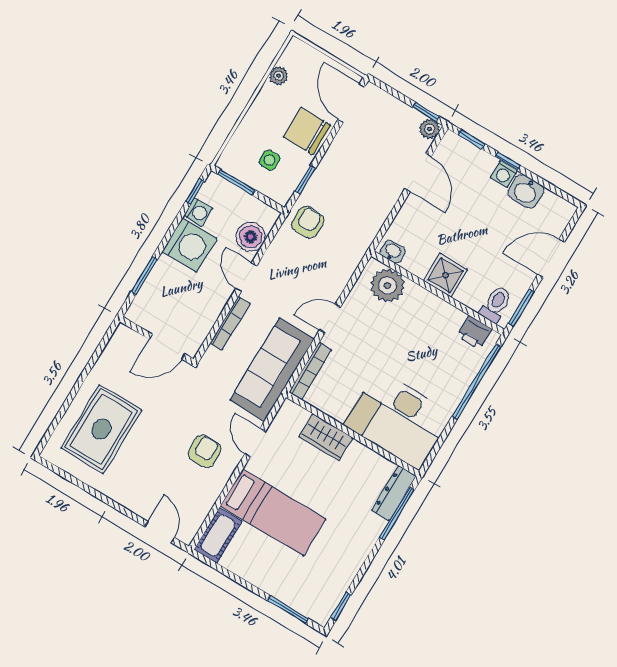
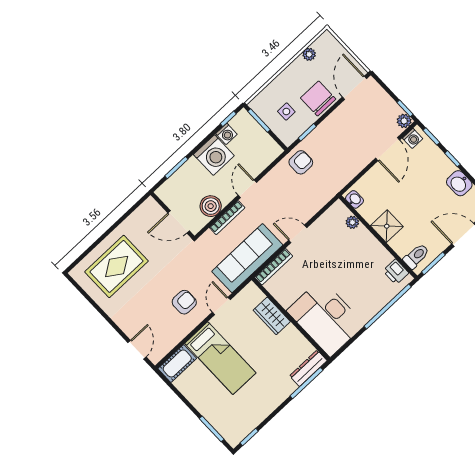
washing machine: (504, 174) -> (413, 138), moved, turned -90
boiler: (251, 237) -> (211, 206), moved
plant: (388, 286) -> (352, 222), width x0.53, depth x0.53

